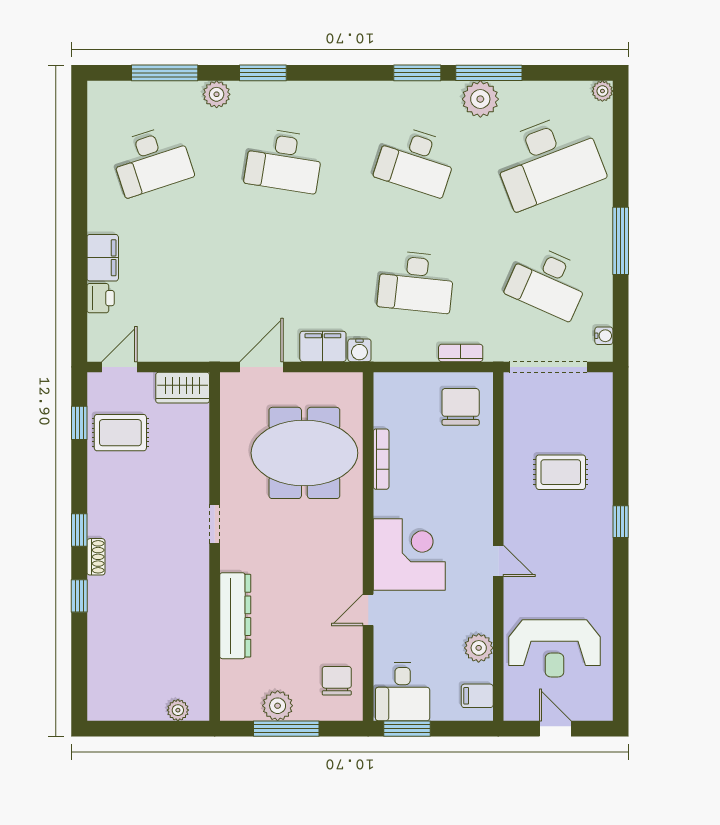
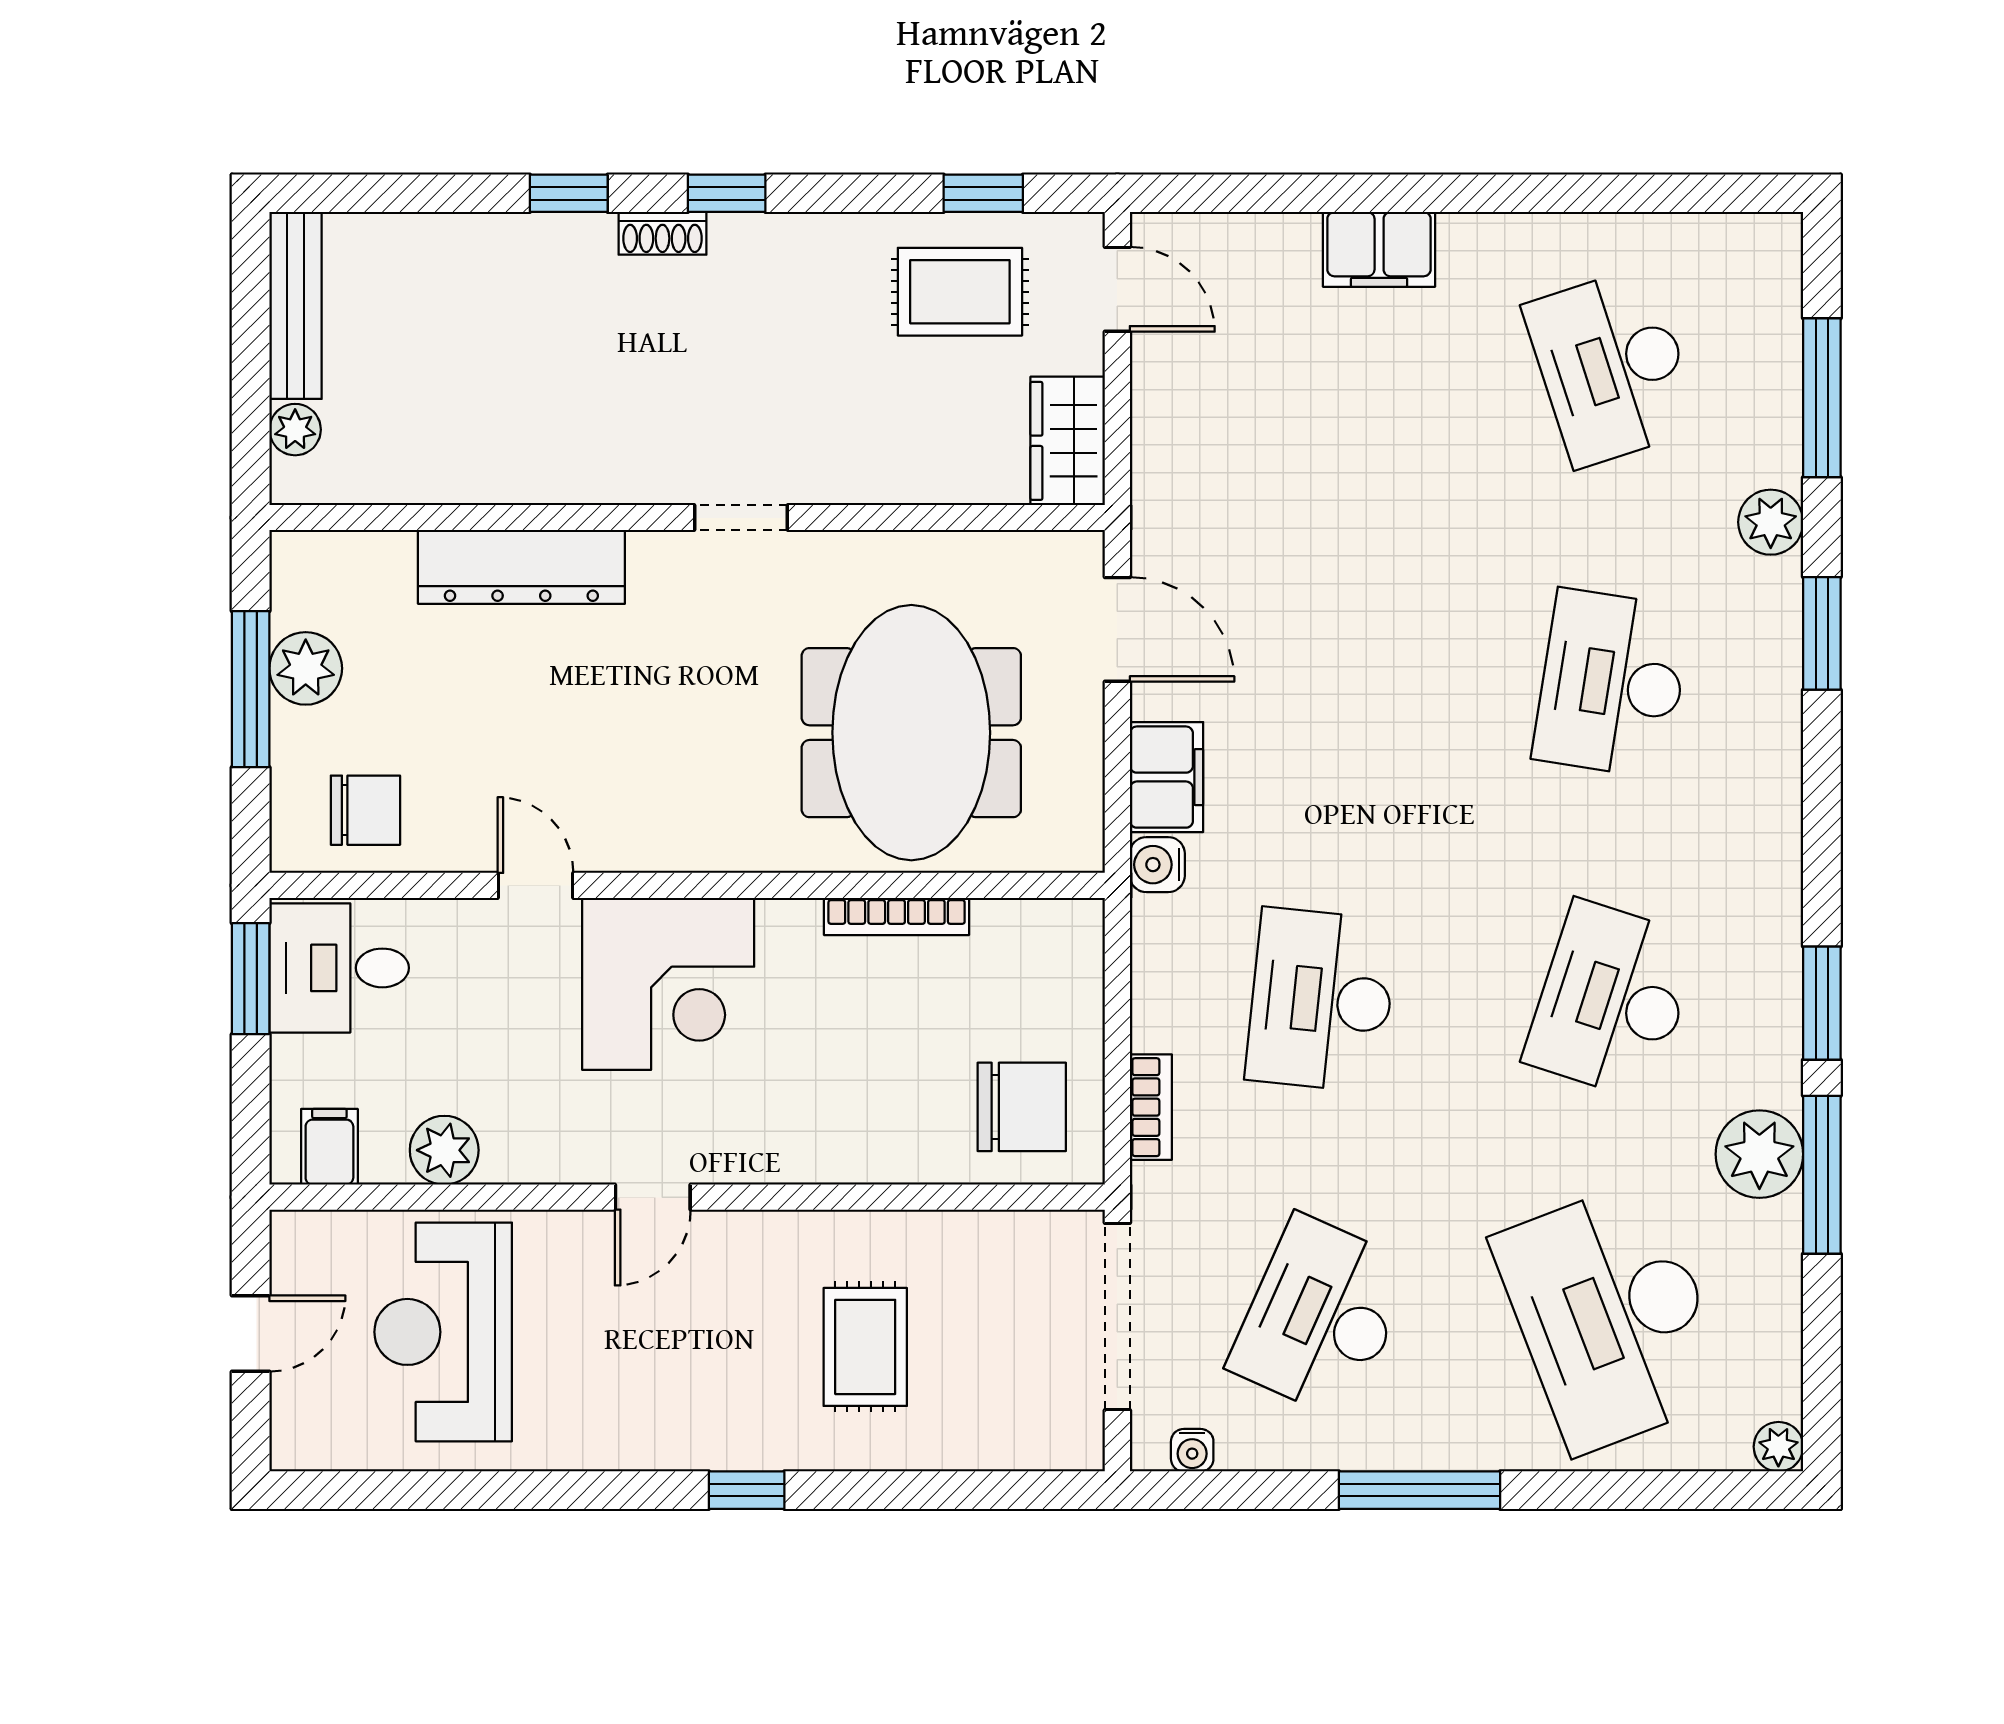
printer: (101, 298) -> (1282, 244), removed
rug: (120, 433) -> (960, 292), turned 90
bench: (126, 710) -> (296, 305), added

